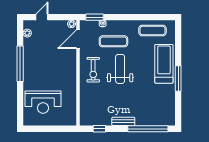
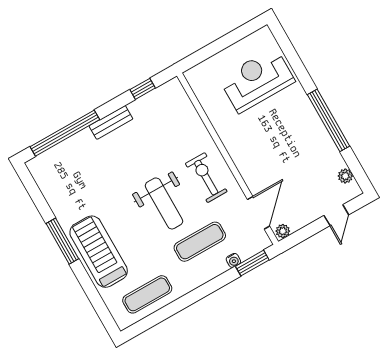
treadmill: (164, 64) -> (99, 252), turned 180

